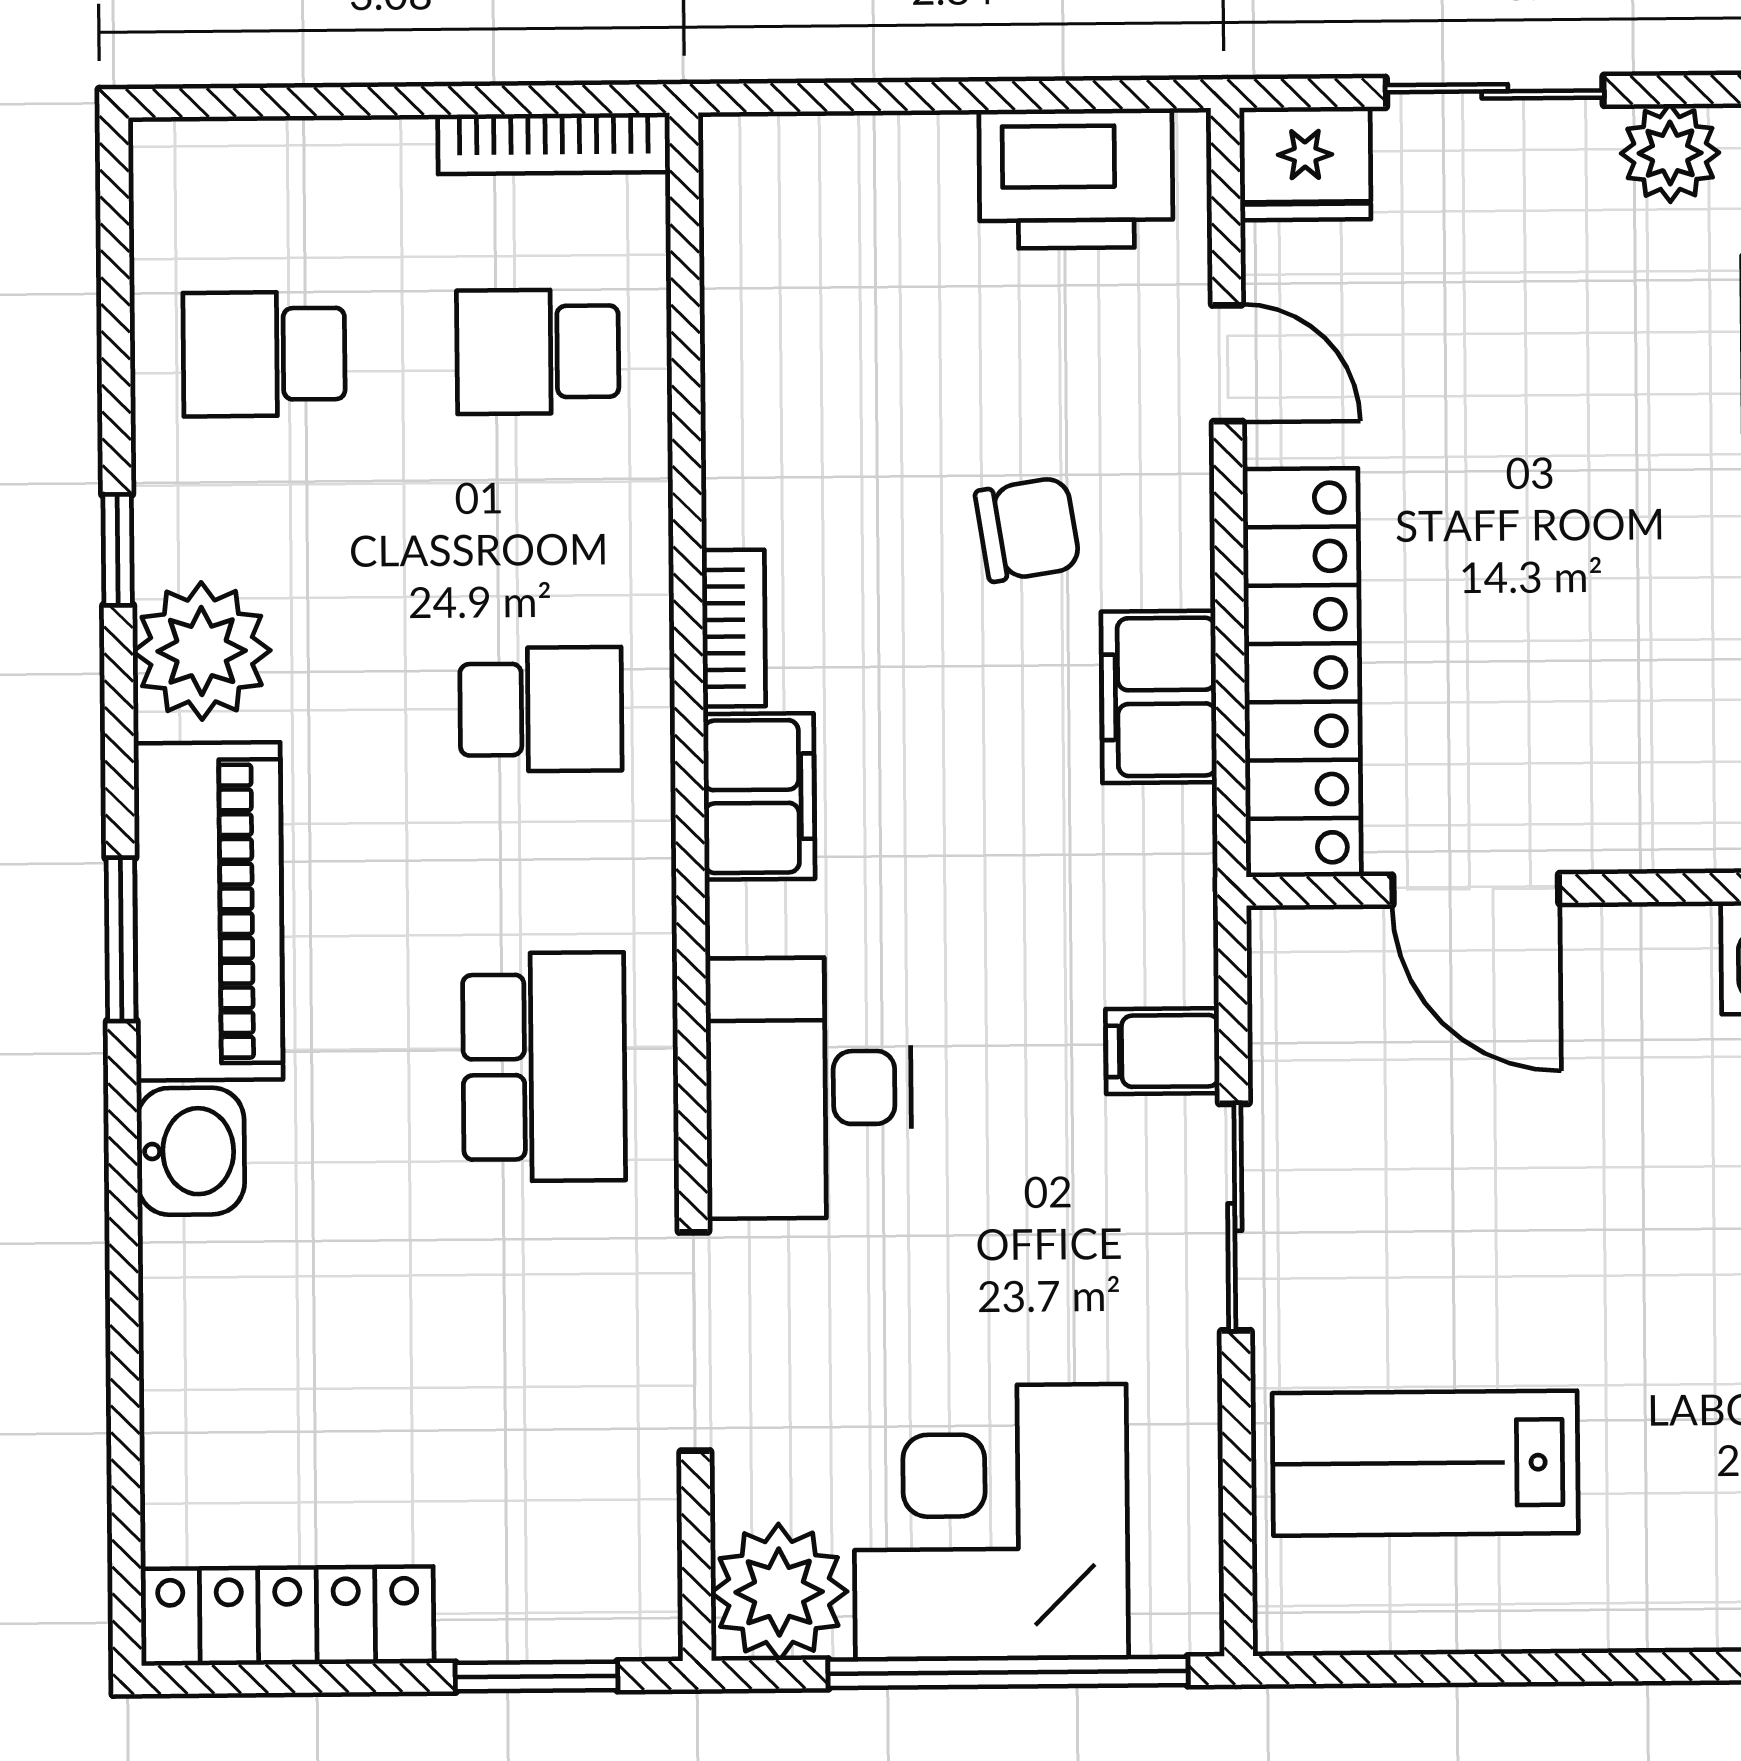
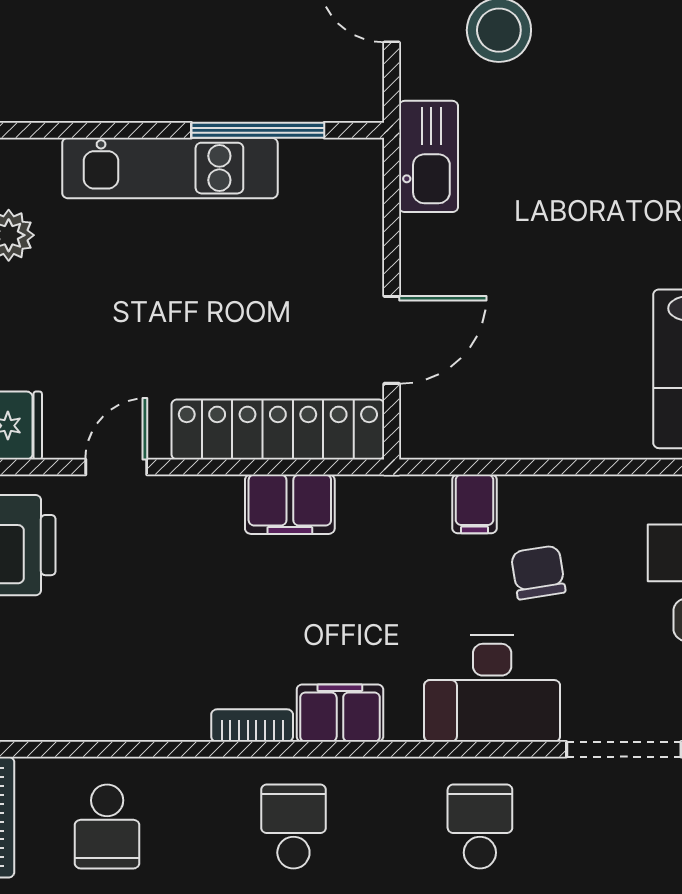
chair: (1028, 529) -> (538, 572), moved
school desk: (544, 1067) -> (480, 826), width x0.54
sliding door: (1235, 1217) -> (561, 467), removed

